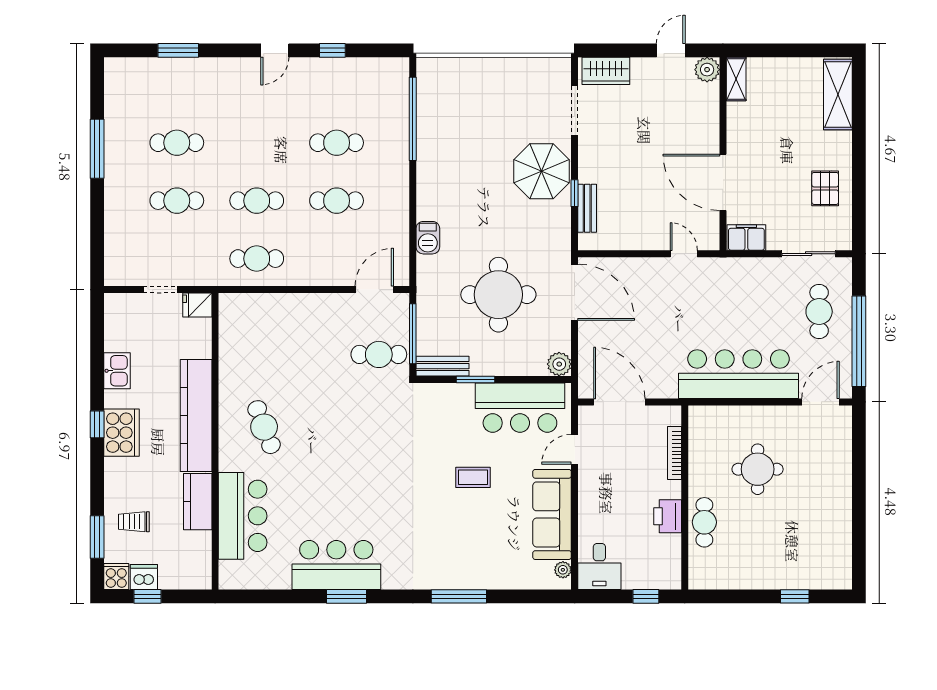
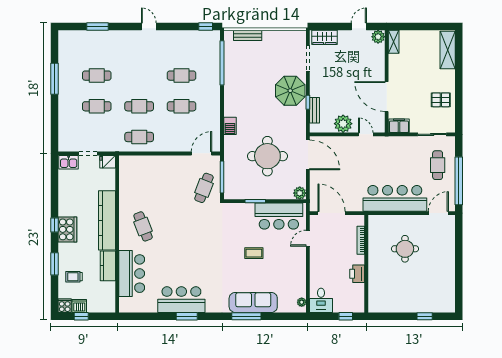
door: (275, 50) -> (149, 27), swing flipped
window: (332, 50) -> (206, 27), moved
pallet: (825, 188) -> (441, 100), turned 90
plant: (641, 233) -> (343, 124), added
cafe table: (379, 354) -> (204, 188), turned -69
bench: (443, 366) -> (248, 35), moved
kitchen sink: (117, 371) -> (69, 162), moved, turned 90
sofa: (552, 514) -> (253, 302), moved, turned 90
cafe table: (704, 522) -> (377, 277), removed
window: (97, 537) -> (54, 264), moved

